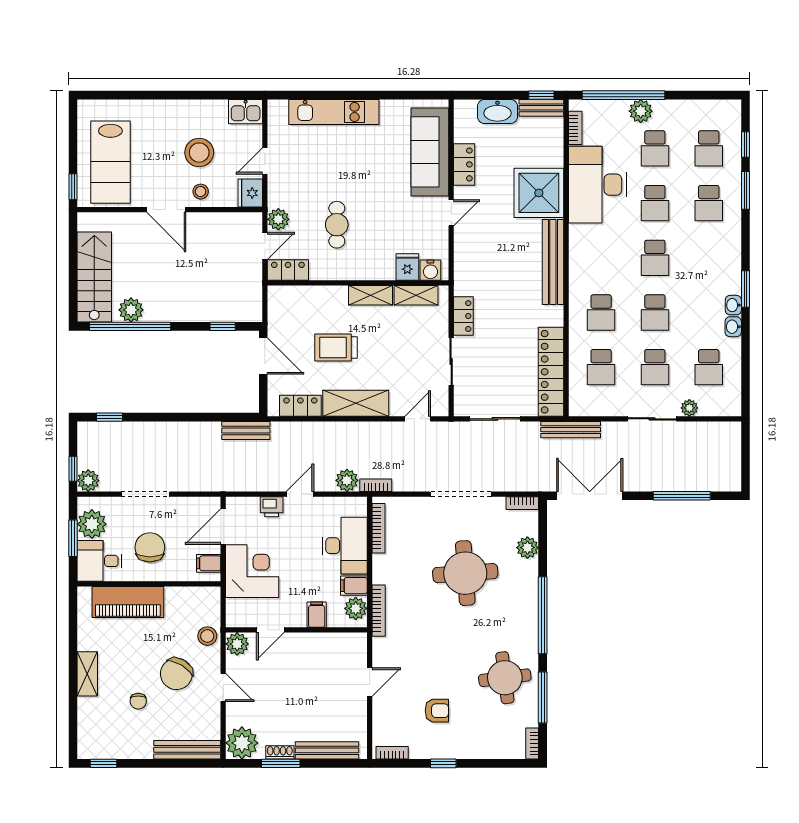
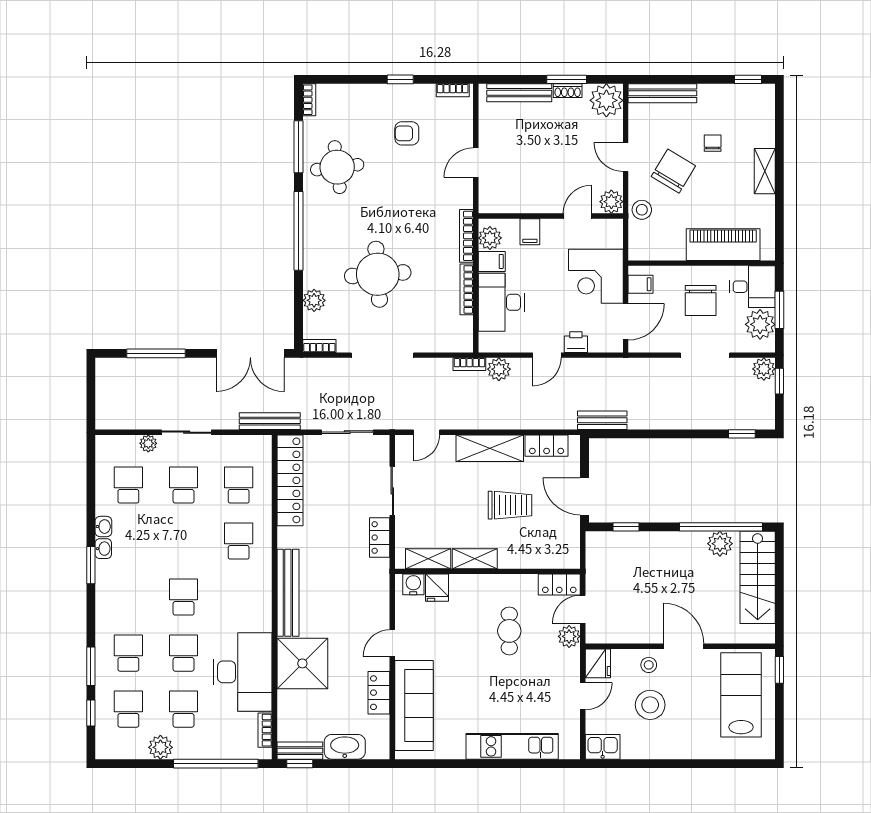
plant: (641, 111) -> (160, 747), moved
school desk: (655, 313) -> (184, 541), removed
bookcase: (378, 528) -> (467, 289), moved

